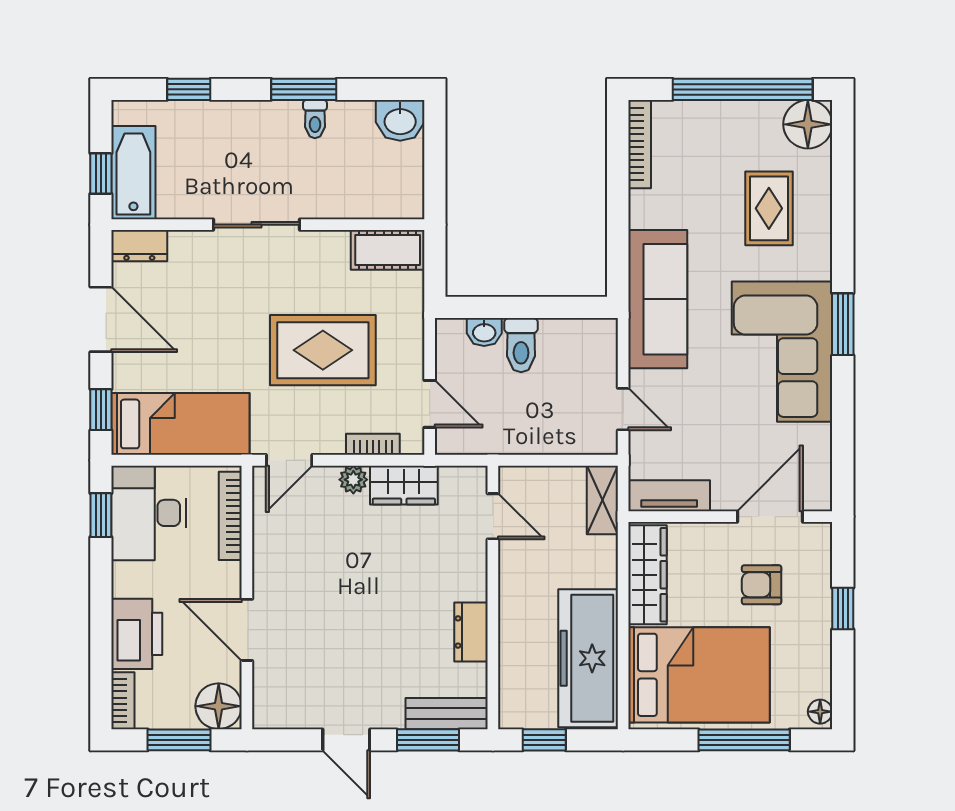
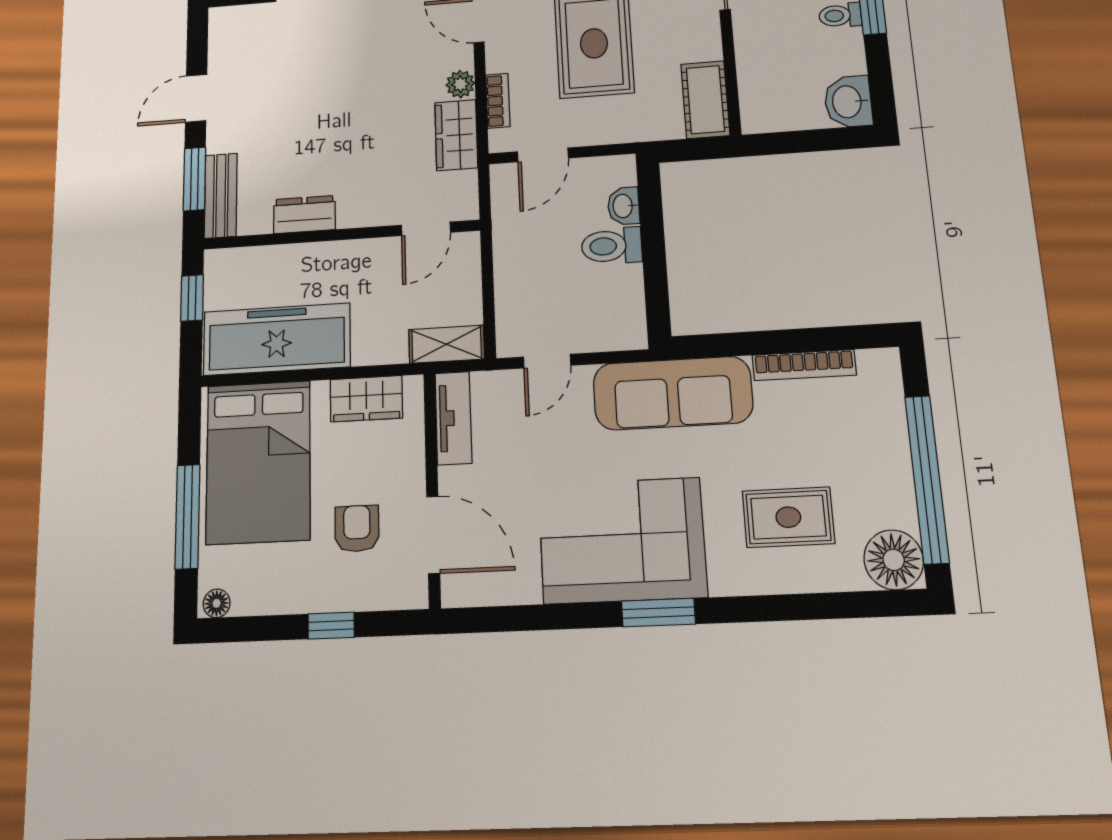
bookcase: (640, 144) -> (804, 365), moved
wardrobe: (647, 575) -> (366, 399), width x0.67

